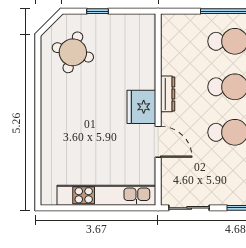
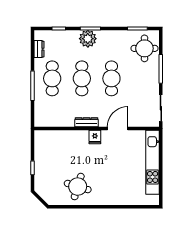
round table: (73, 52) -> (78, 187), moved
fridge: (141, 107) -> (95, 137), width x0.53, depth x0.75

